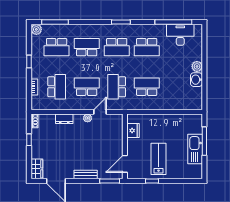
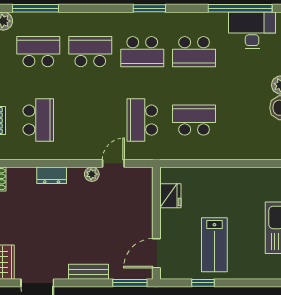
school desk: (57, 47) -> (38, 52), turned 180
school desk: (87, 87) -> (90, 120), removed
lab bench: (159, 159) -> (214, 245), turned 180

